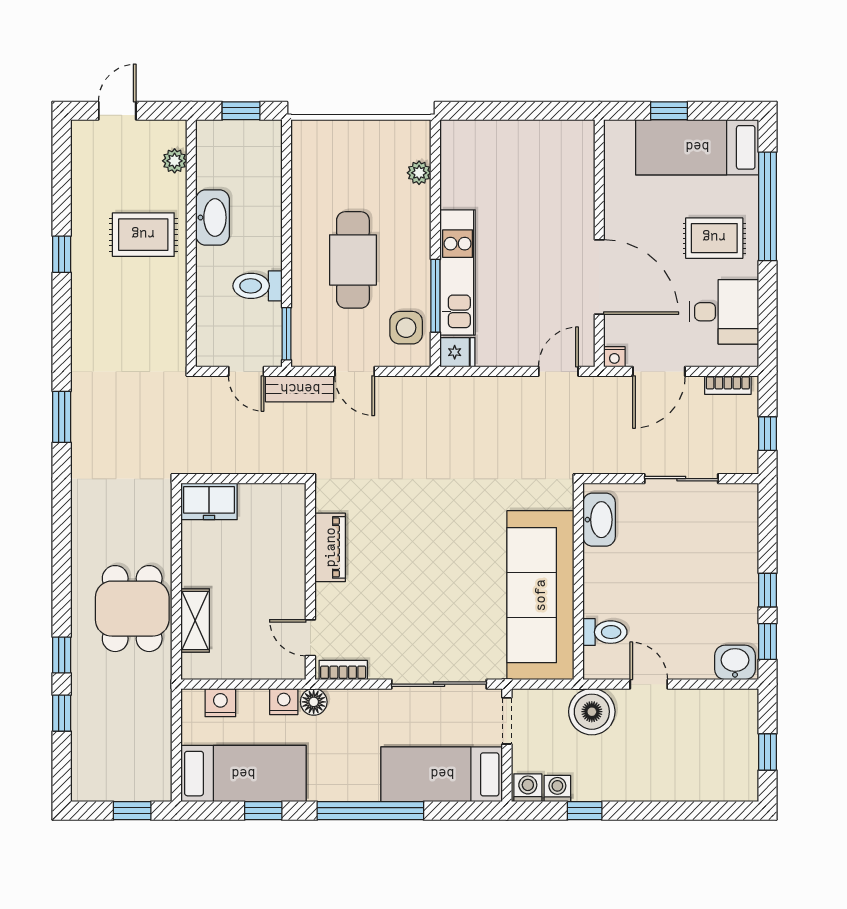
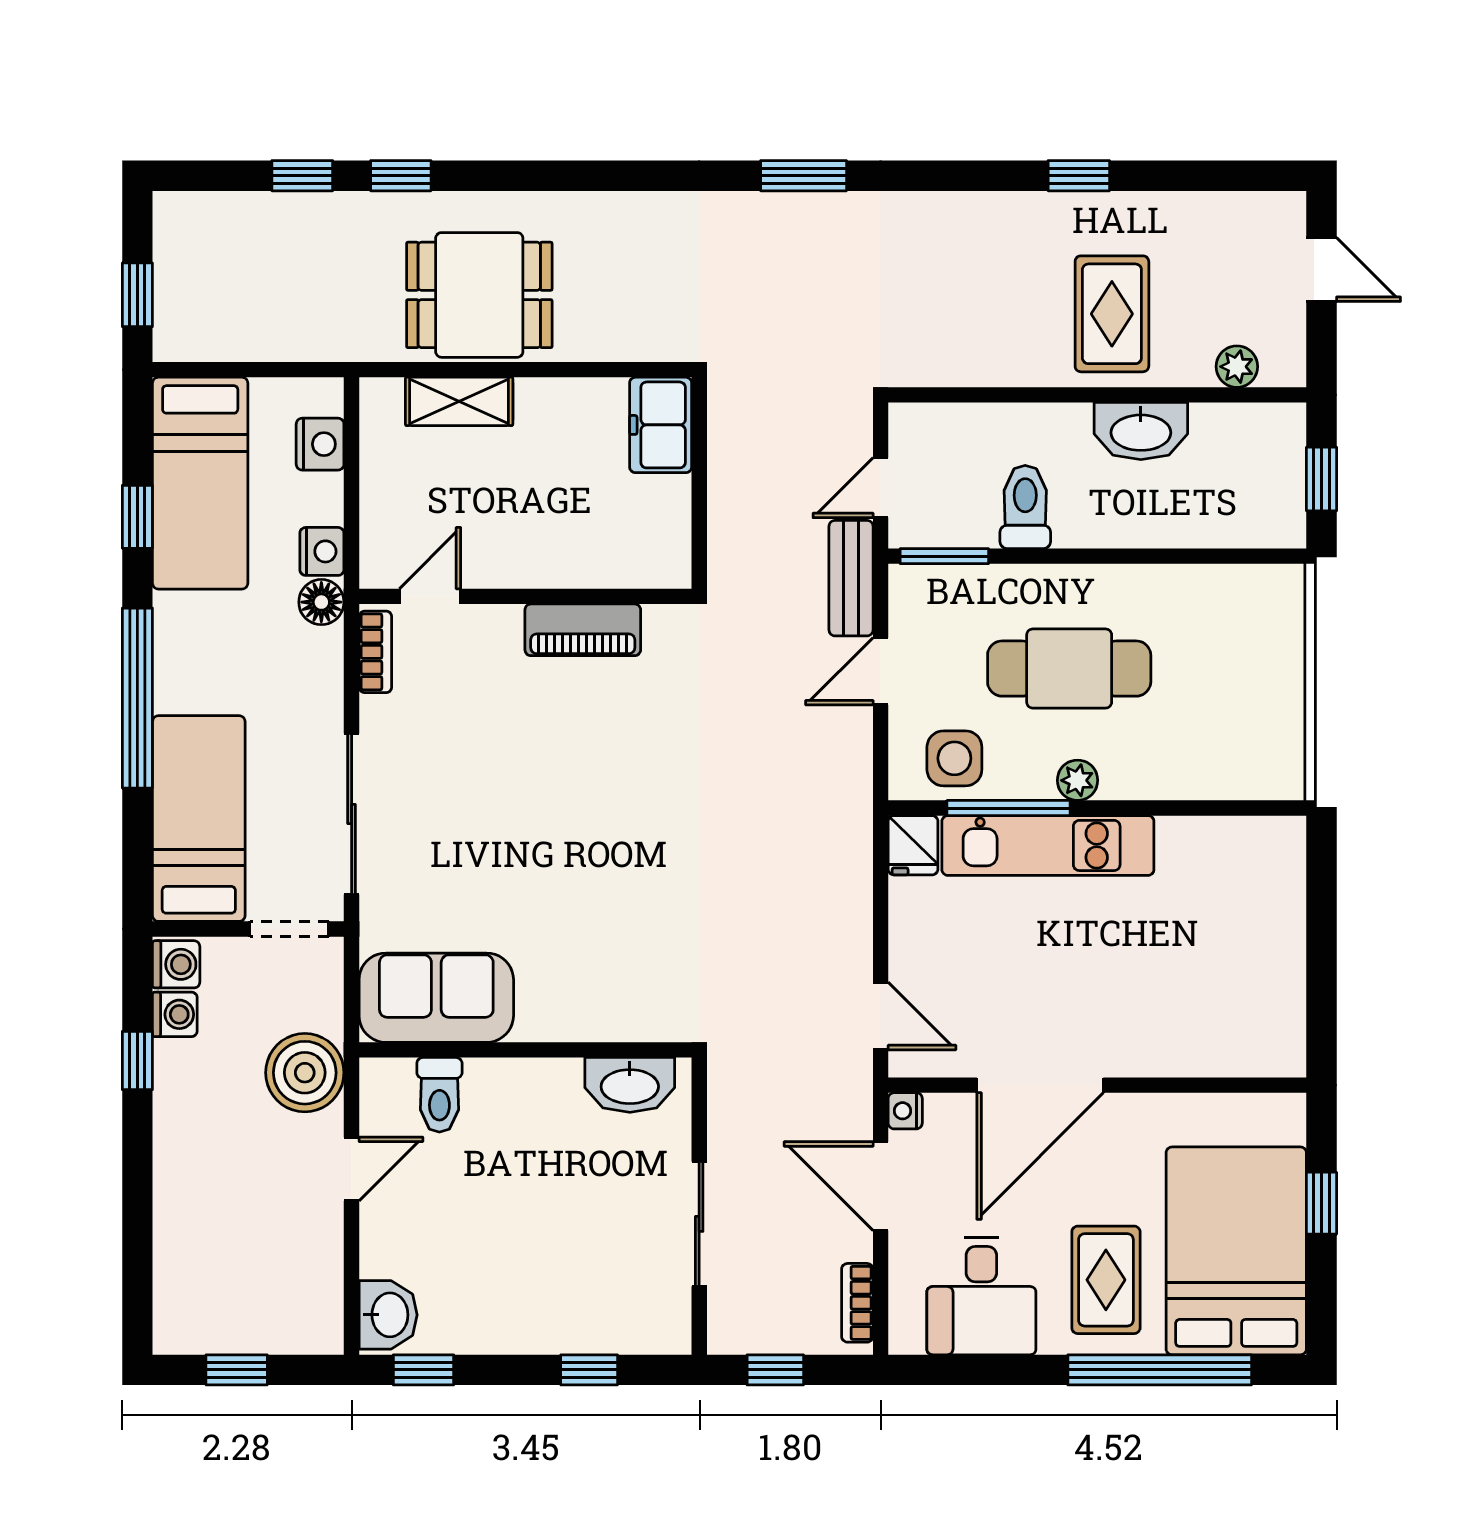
bed: (697, 147) -> (1236, 1251), width x1.50
plant: (419, 173) -> (1078, 780), moved
window: (768, 590) -> (589, 1370), moved
sofa: (540, 595) -> (436, 998), width x0.54, depth x0.79

